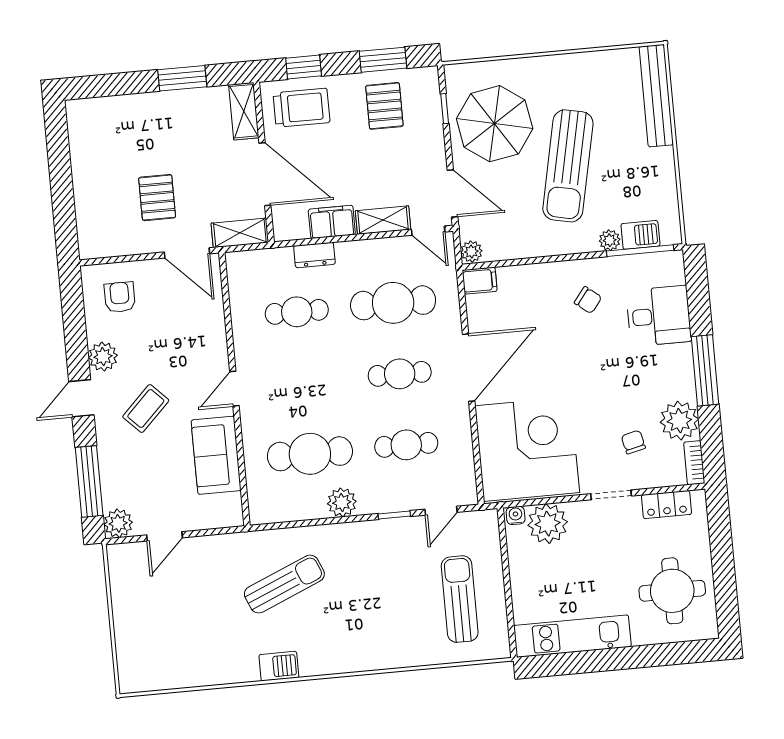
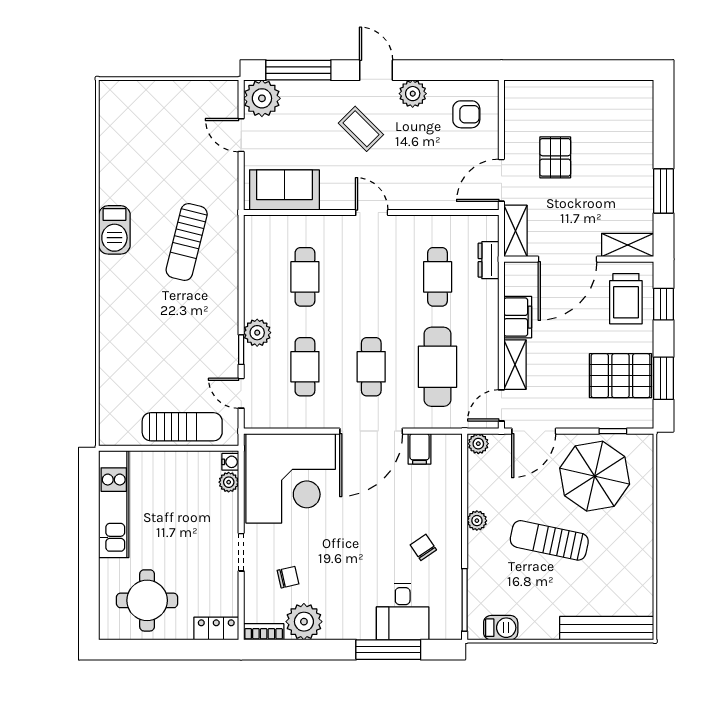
pallet: (384, 106) -> (621, 376), width x1.50, depth x1.42
sun lounger: (568, 166) -> (549, 540), width x0.73, depth x0.75
pallet: (157, 198) -> (555, 157), turned 90
barbecue: (640, 235) -> (501, 628), moved, turned -90
plant: (610, 240) -> (477, 521), moved
dresser: (314, 255) -> (489, 260), moved
filing cabinet: (480, 281) -> (420, 449), moved
chair: (588, 300) -> (423, 547), turned 108
door: (469, 368) -> (371, 431), hinge flipped
window: (705, 370) -> (388, 650), moved
cafe table: (310, 454) -> (305, 277), width x0.73, depth x0.74
sofa: (216, 455) -> (284, 190), moved
plant: (342, 502) -> (257, 333), moved
locker: (666, 505) -> (216, 628), moved, turned 90
plant: (118, 523) -> (262, 98), width x1.36, depth x1.36
plant: (548, 524) -> (229, 482), width x0.53, depth x0.53
sun lounger: (284, 584) -> (187, 242), turned 37
sun lounger: (460, 599) -> (182, 427), moved
barbecue: (279, 666) -> (114, 230), width x1.38, depth x1.27

